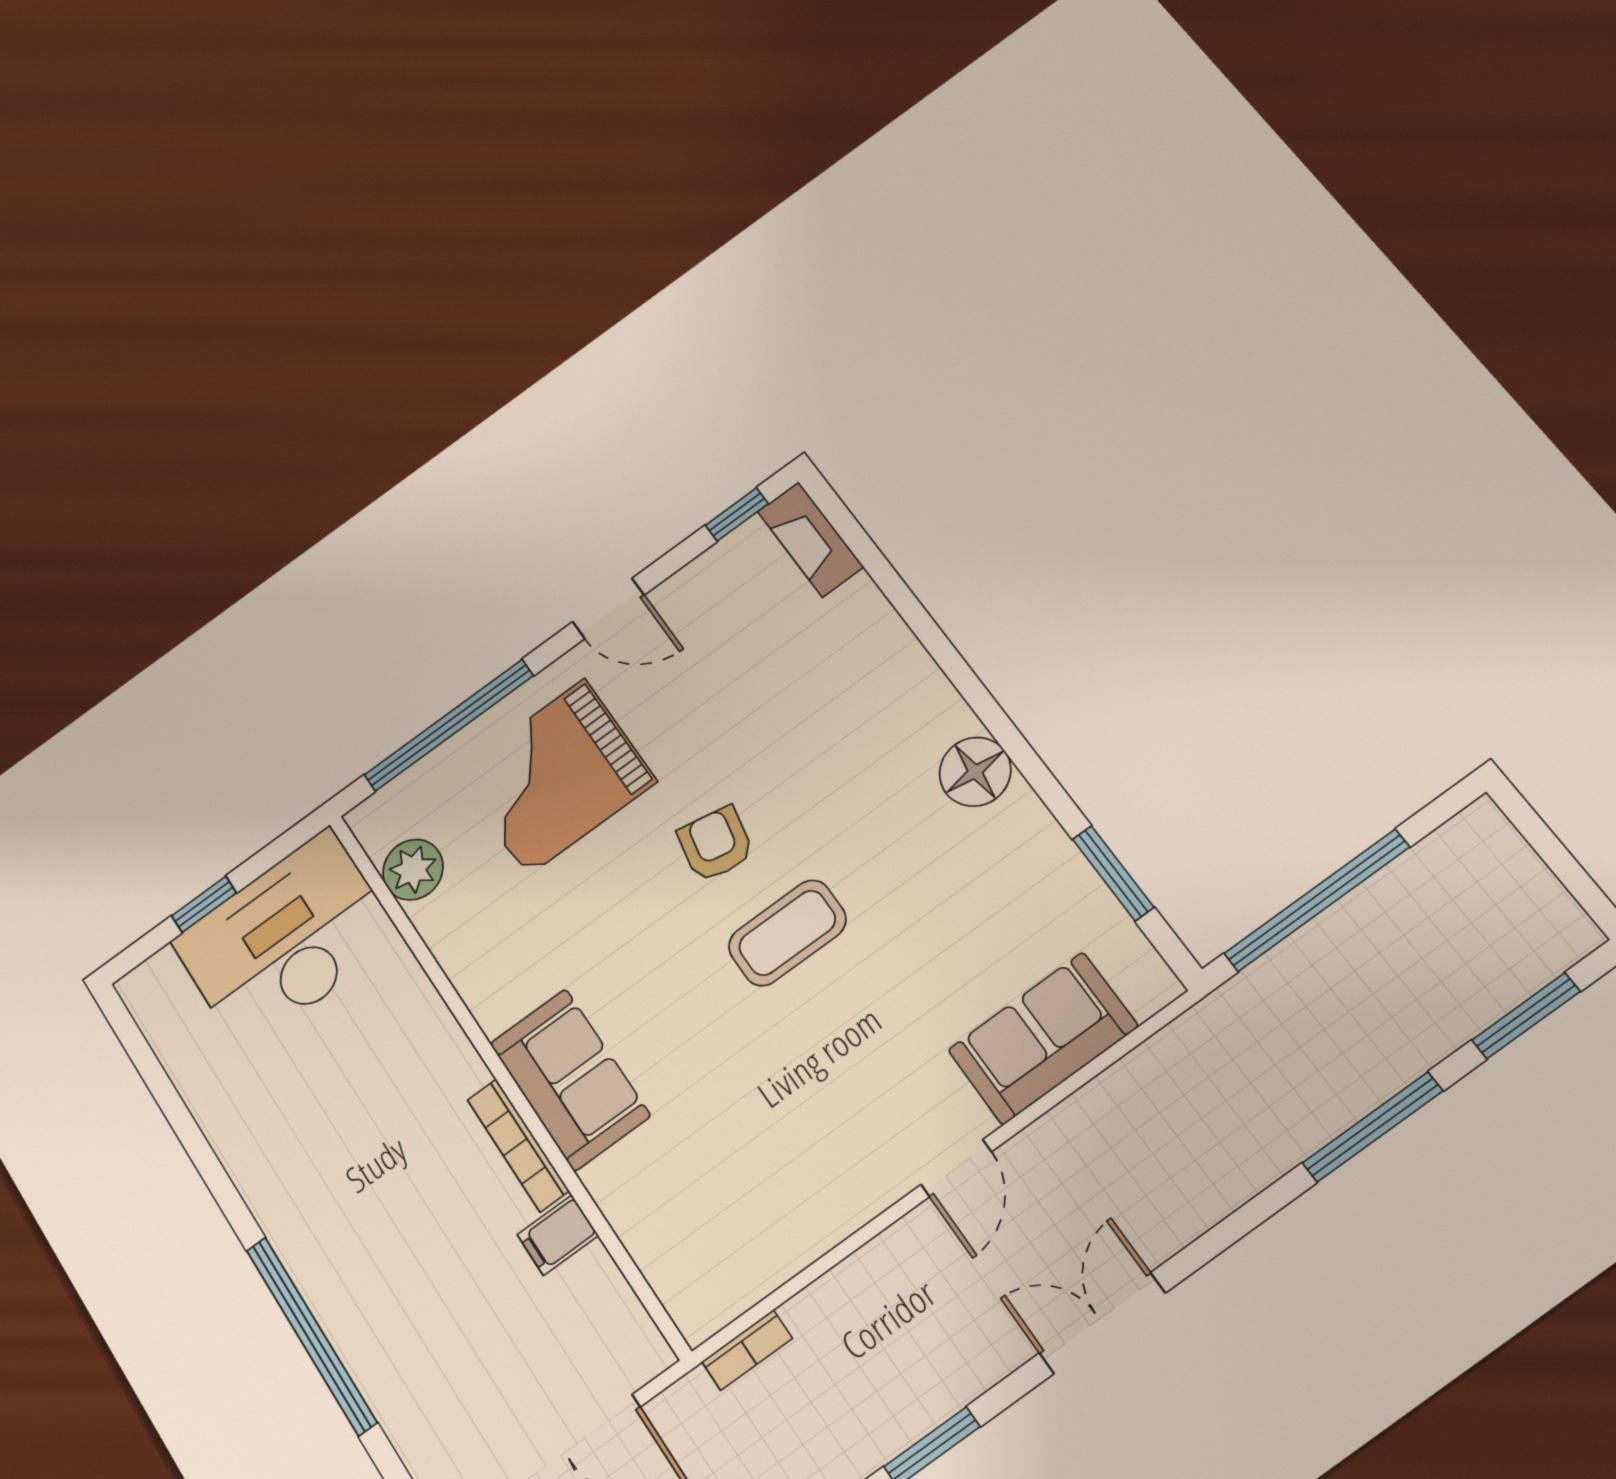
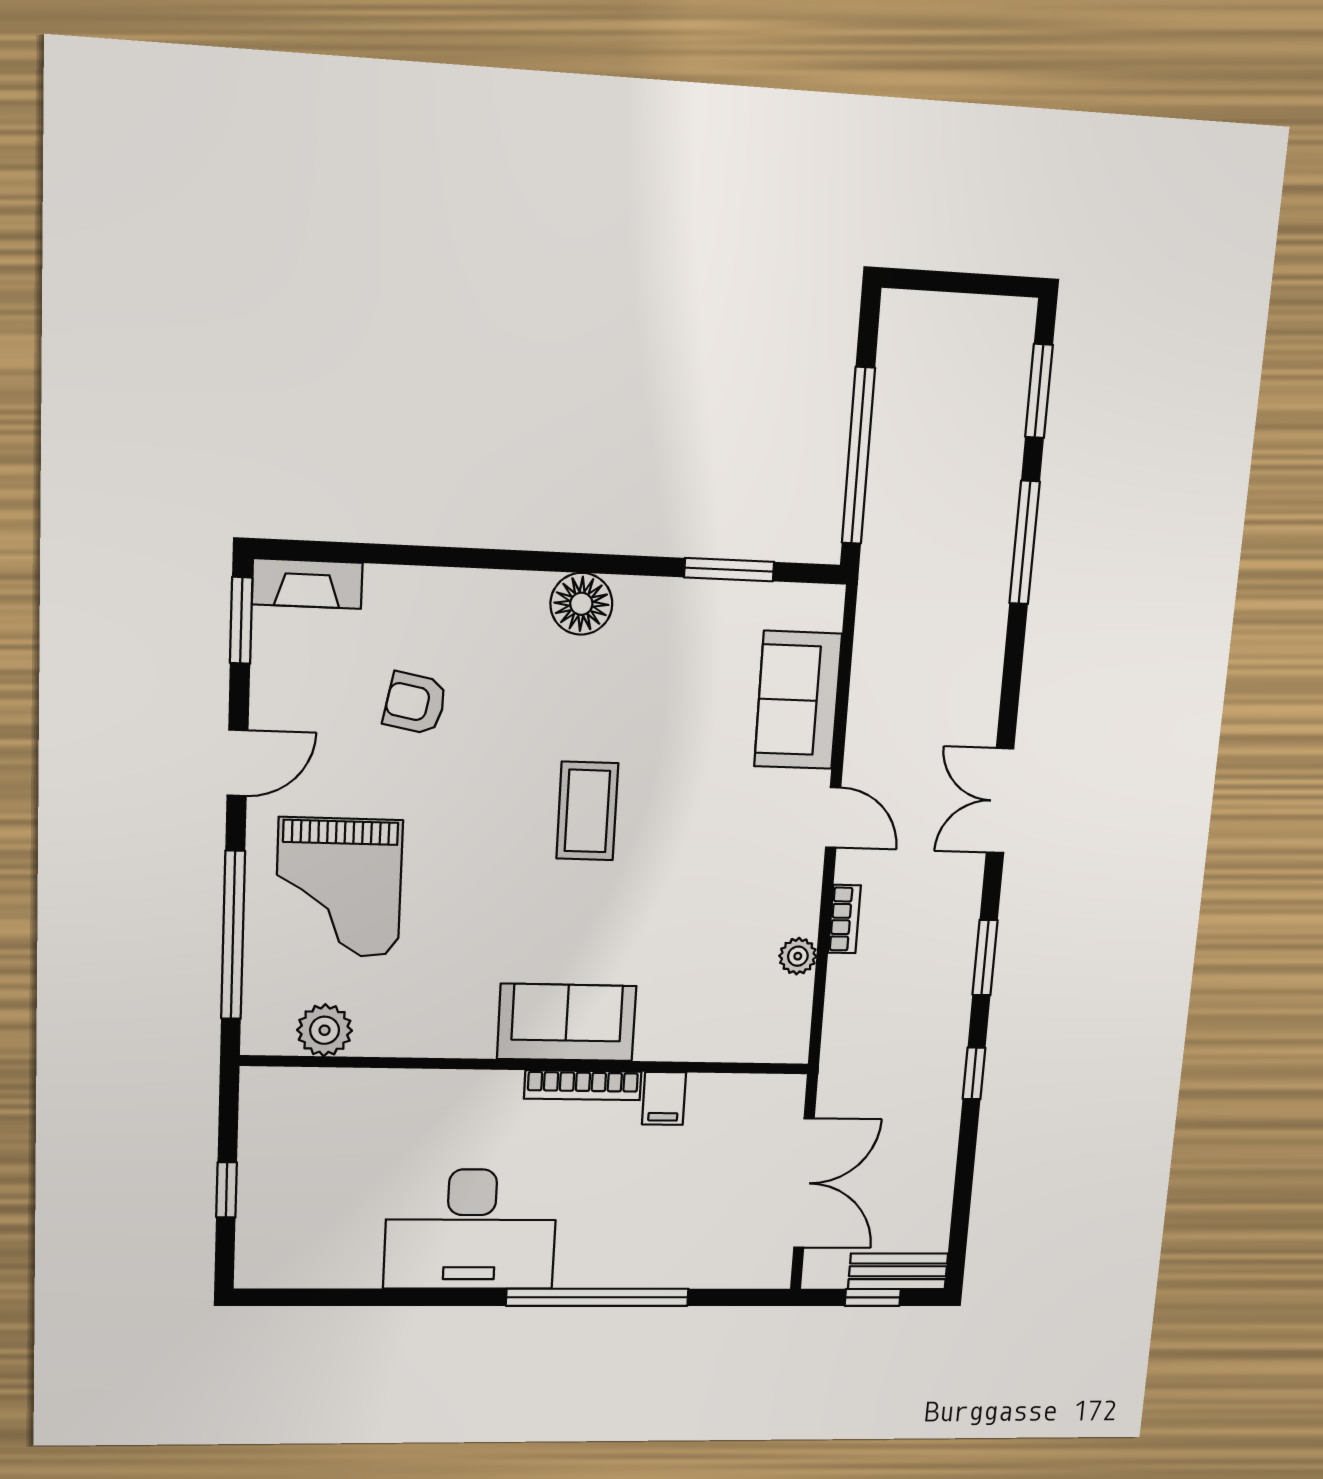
window: (737, 514) -> (241, 620), width x1.50
armchair: (716, 844) -> (415, 703), moved
desk: (286, 940) -> (471, 1229), moved, turned -90
plant: (793, 1249) -> (798, 956), added
bookcase: (747, 1350) -> (844, 919), moved

